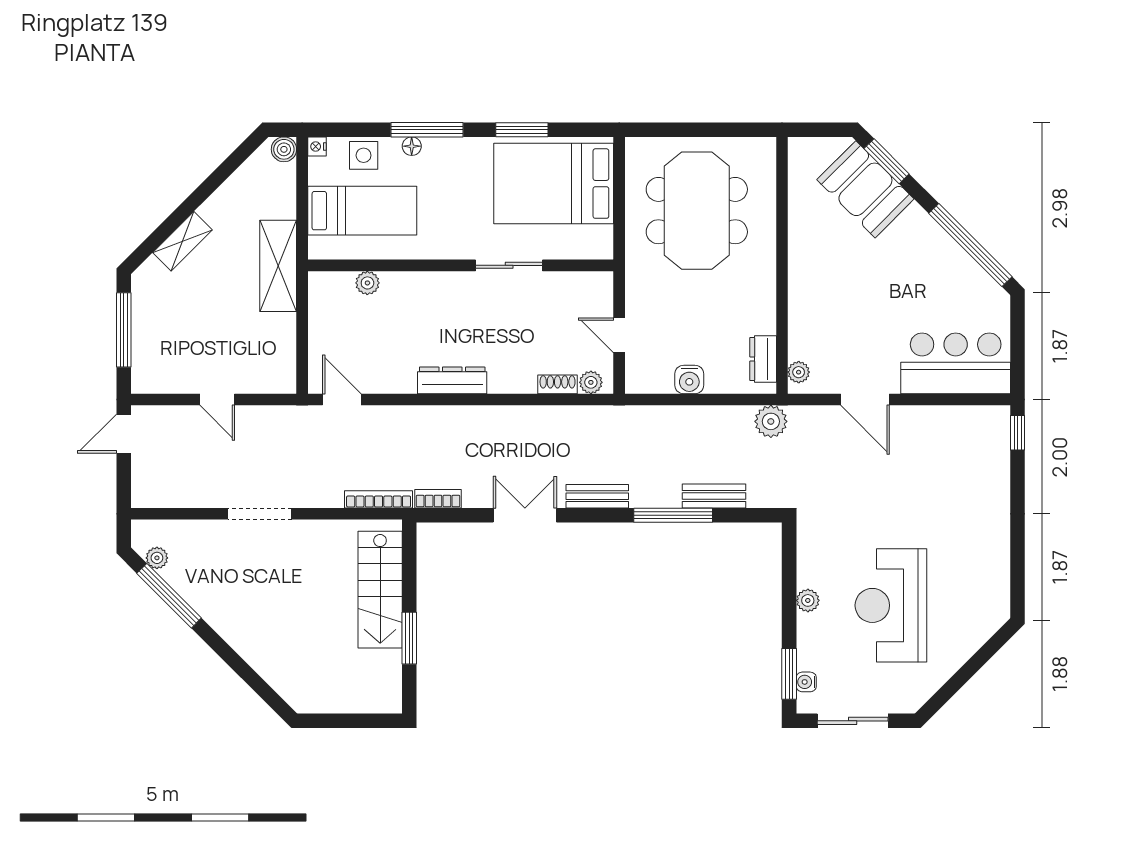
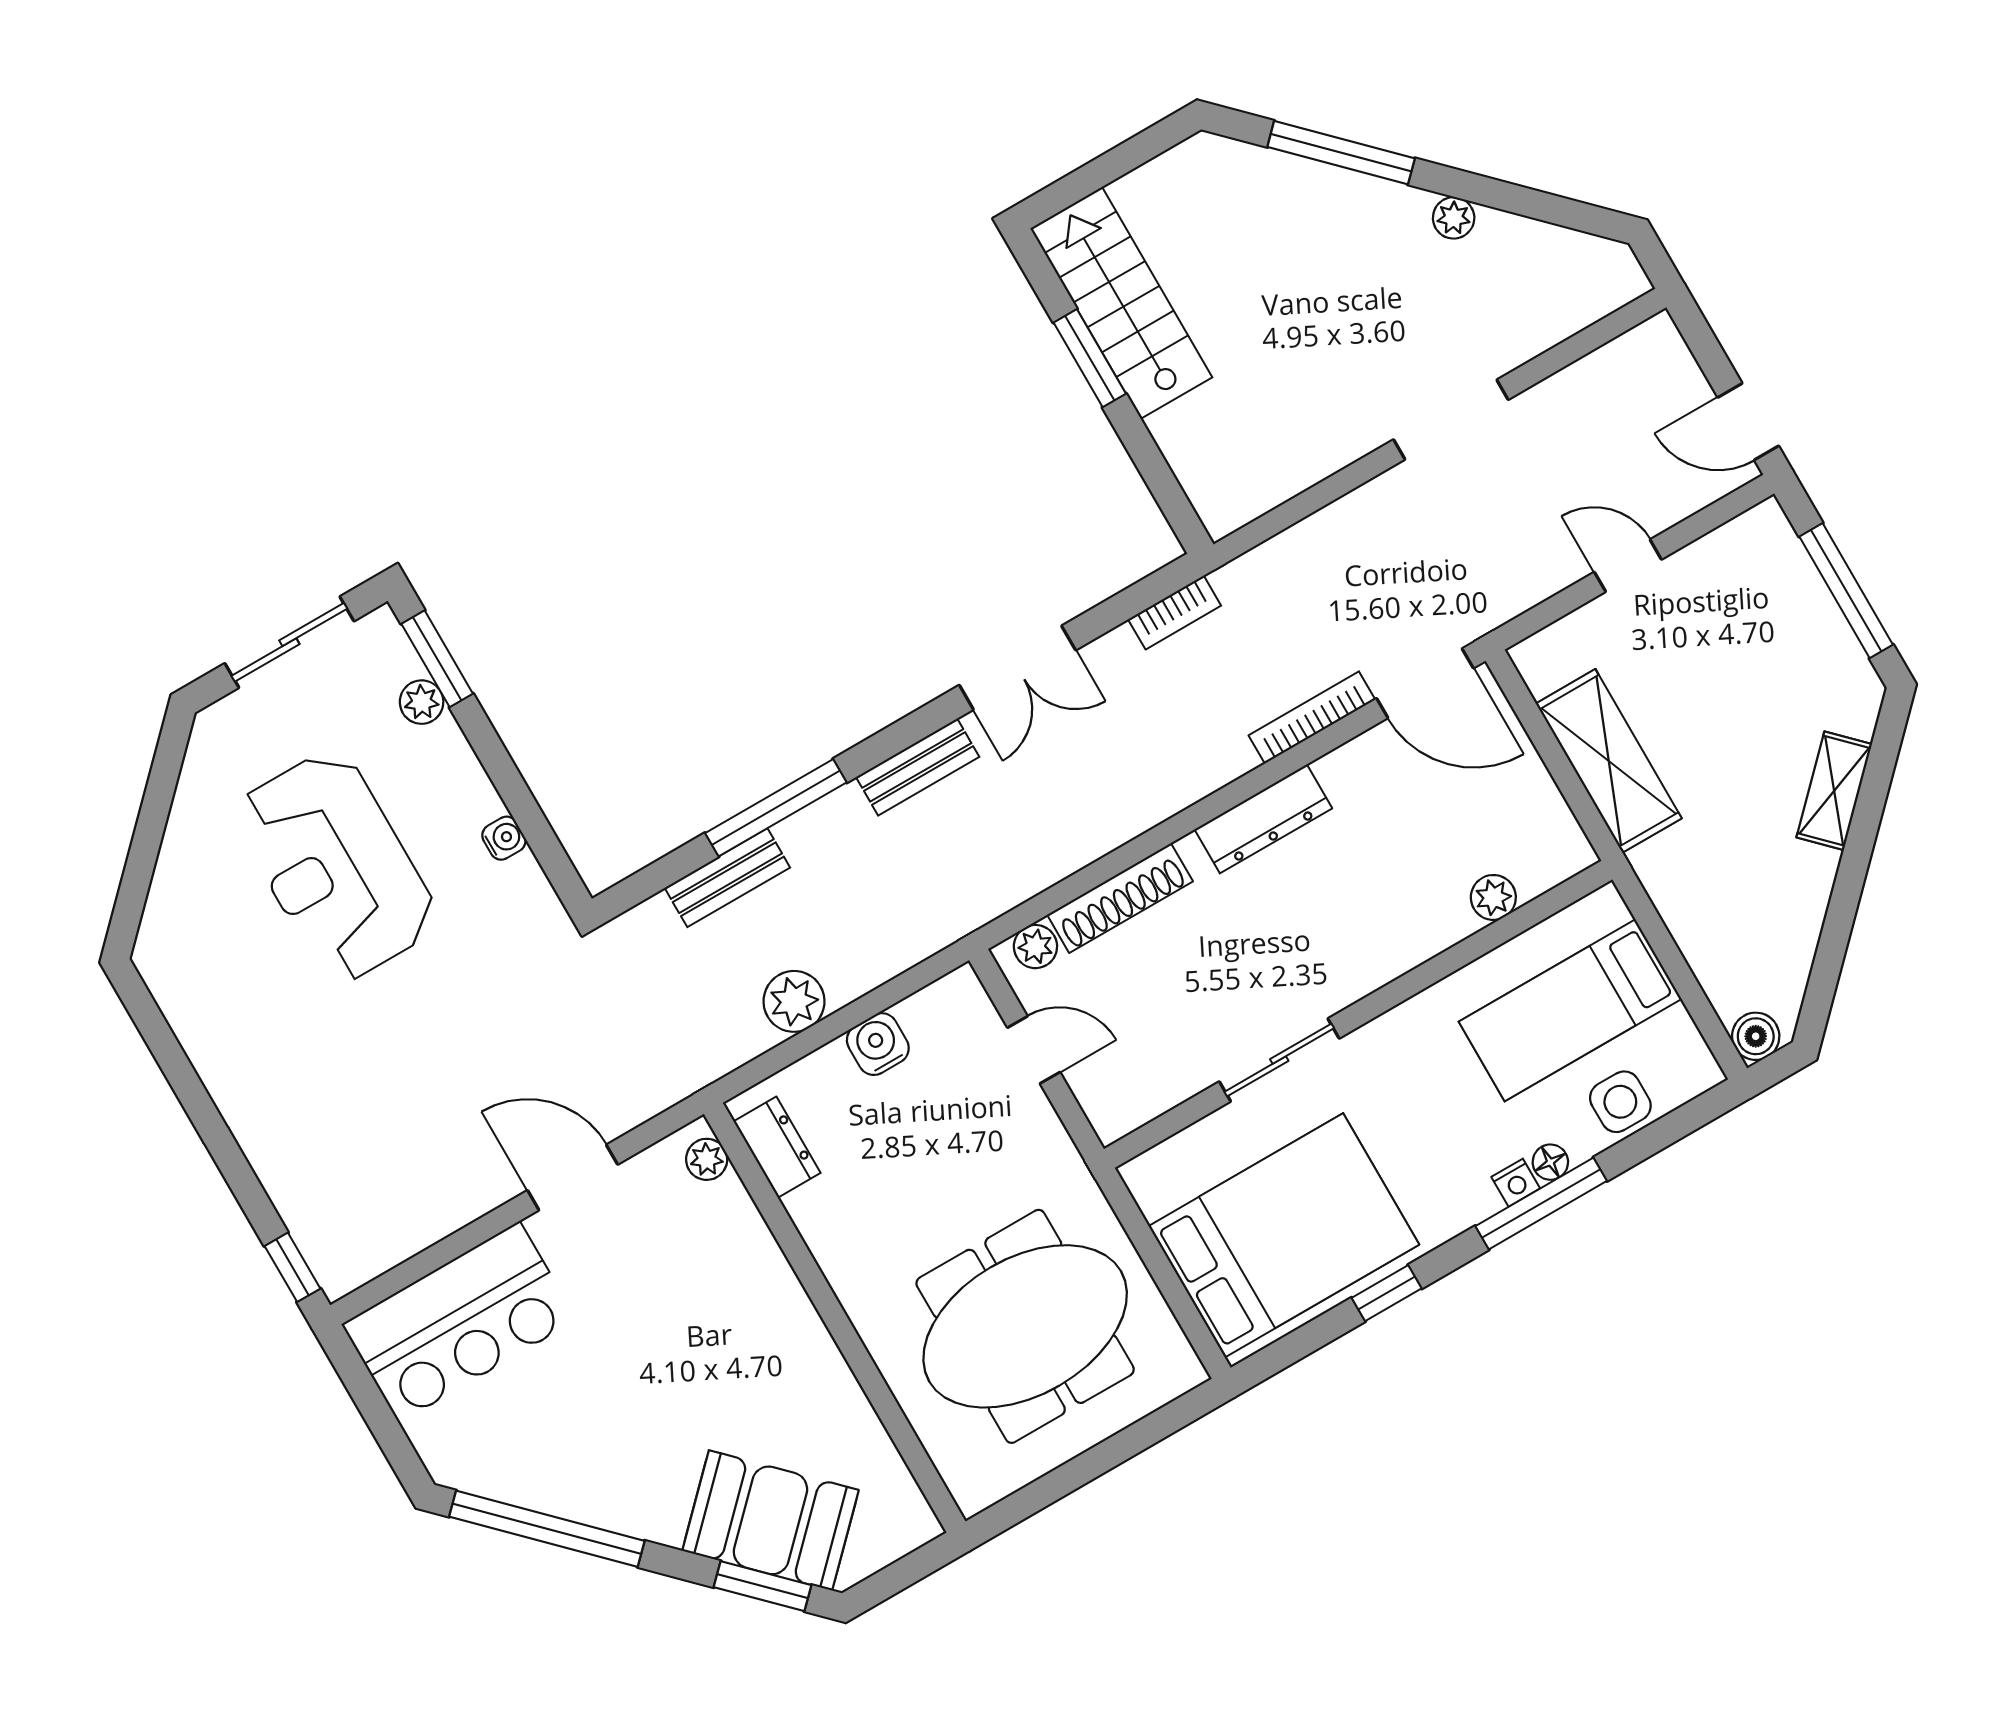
window: (522, 130) -> (1387, 1293), width x0.67
nightstand: (317, 147) -> (1516, 1183), moved, turned 90
meeting table: (697, 211) -> (1025, 1326), turned 90
shelving: (278, 266) -> (1609, 761), moved
shoe rack: (558, 384) -> (1120, 898), width x1.94, depth x1.24
door: (342, 400) -> (1425, 683), width x1.38
plant: (771, 421) -> (794, 1001), moved
door: (124, 434) -> (1748, 422), swing flipped
bookcase: (379, 499) -> (1312, 718), moved, turned 180
plant: (157, 558) -> (1454, 218), moved
stairs: (380, 590) -> (1121, 303), moved
window: (169, 596) -> (1341, 153), moved
plant: (808, 600) -> (422, 702), moved
reception desk: (891, 605) -> (336, 866), turned 180
water cooler: (806, 682) -> (504, 838), moved

